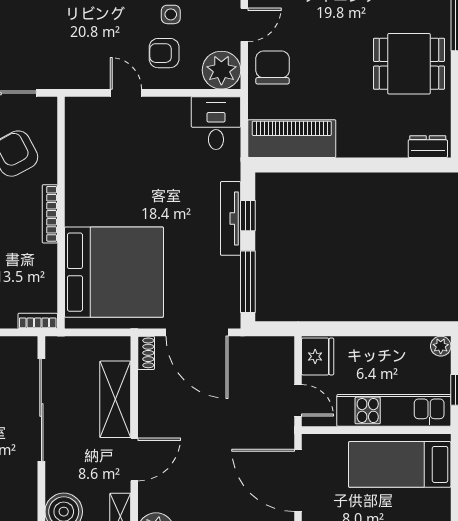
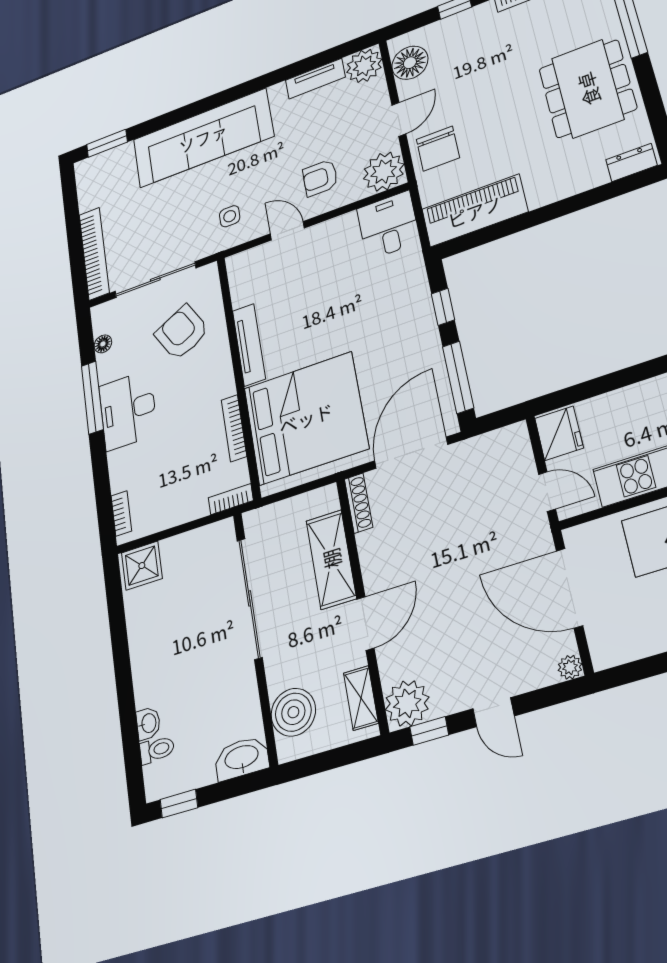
side table: (171, 14) -> (230, 216), moved
dining table: (409, 64) -> (588, 89), width x1.38
chair: (273, 67) -> (438, 149), turned 180
bookcase: (50, 214) -> (234, 428), moved
tv unit: (231, 218) -> (249, 345), moved, turned 180
door: (197, 332) -> (411, 453), swing flipped
shoe rack: (146, 353) -> (359, 503), width x1.43

